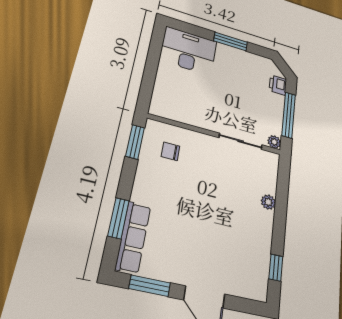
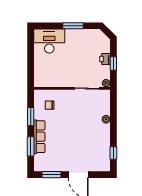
printer: (278, 85) -> (105, 59), moved
window: (289, 115) -> (113, 64), width x0.46
window: (135, 142) -> (31, 117), moved
row of seats: (133, 237) -> (39, 137), moved

